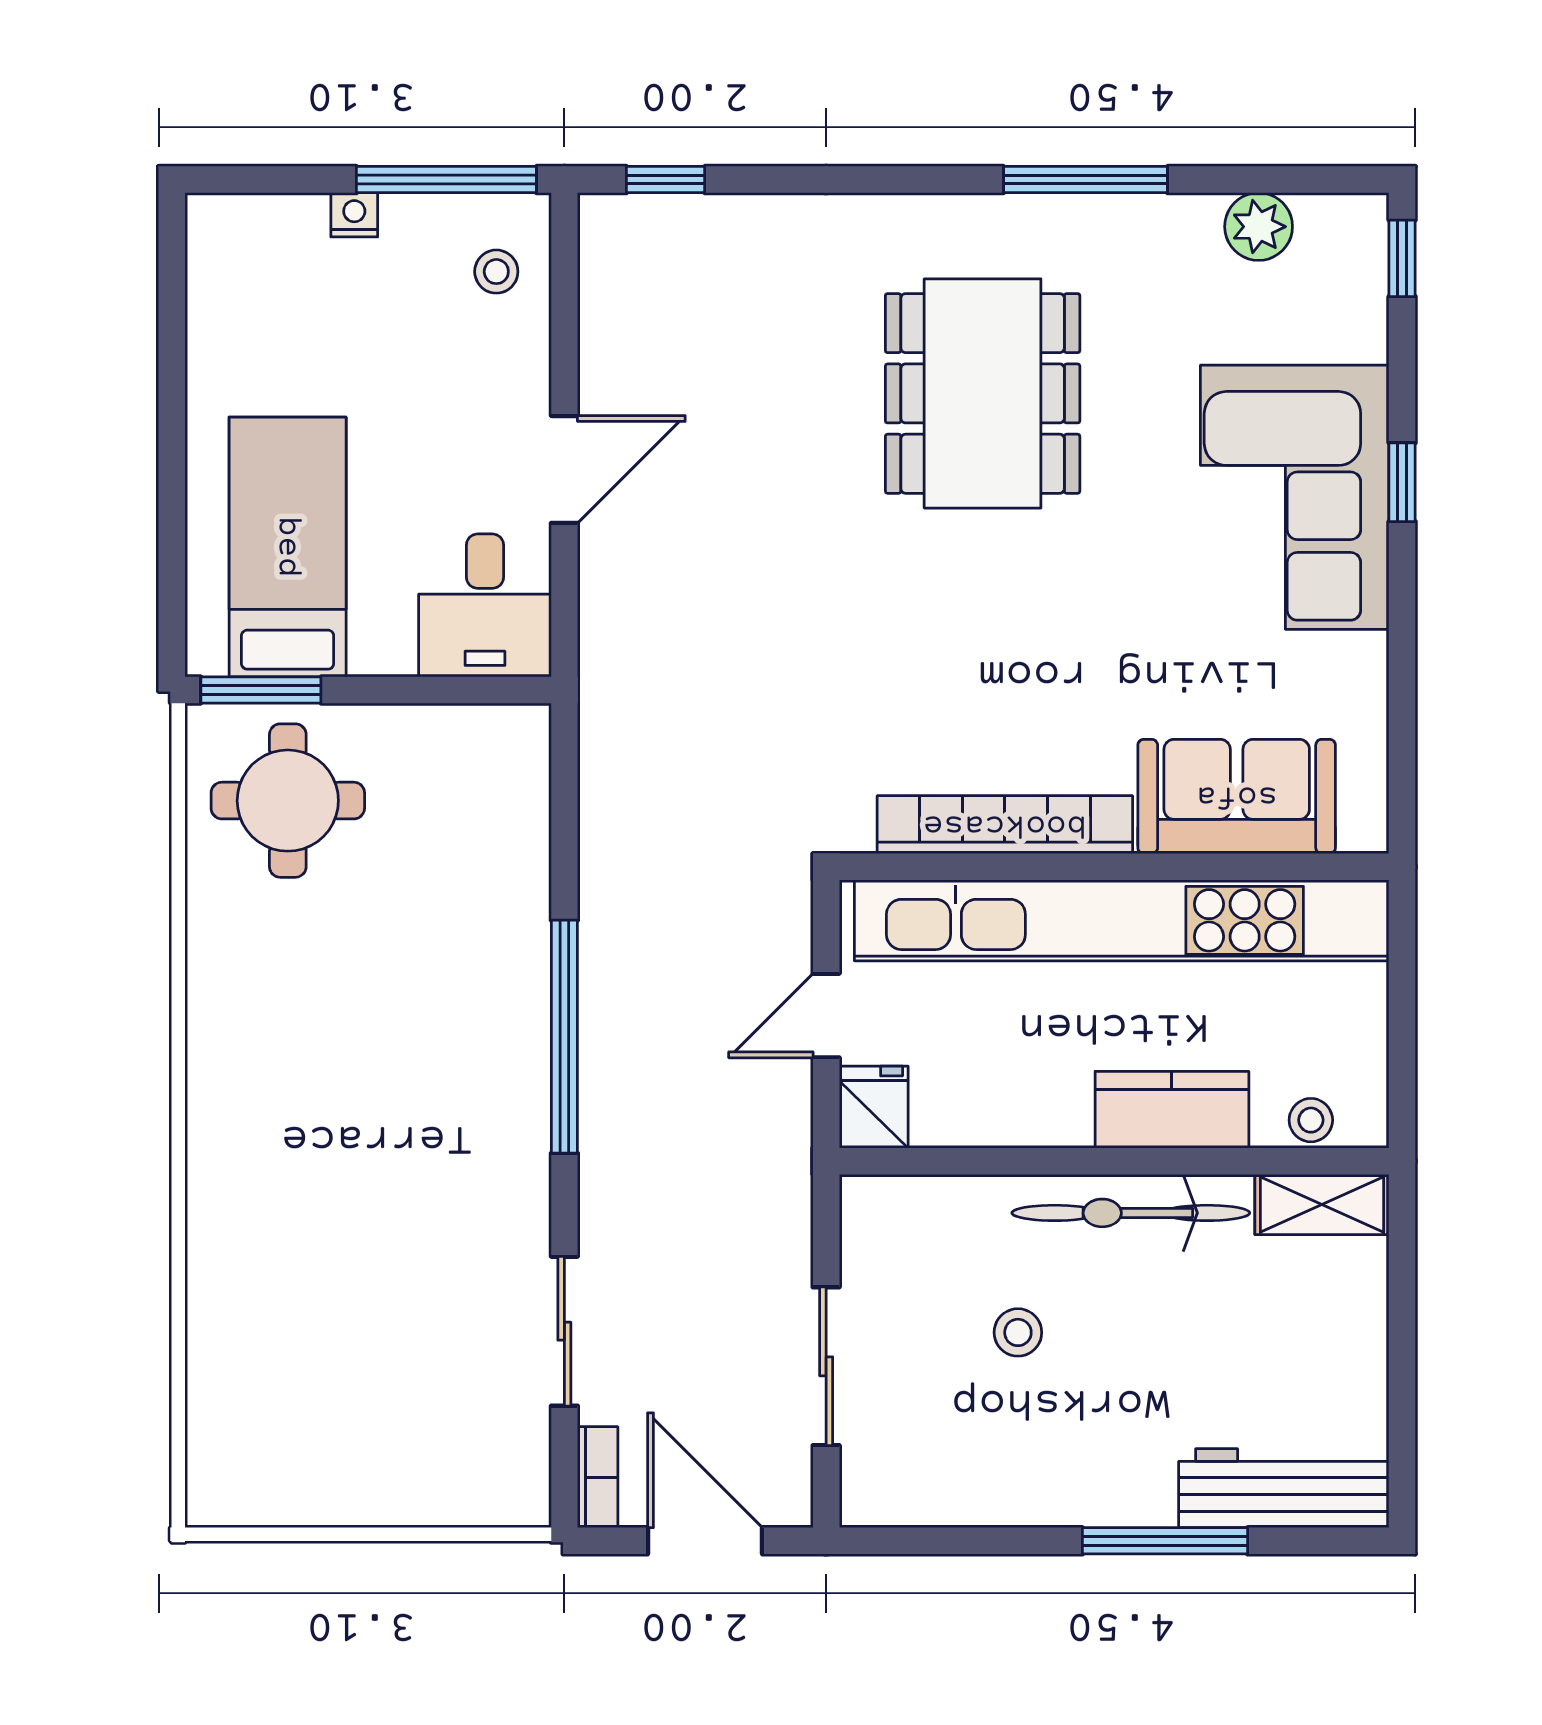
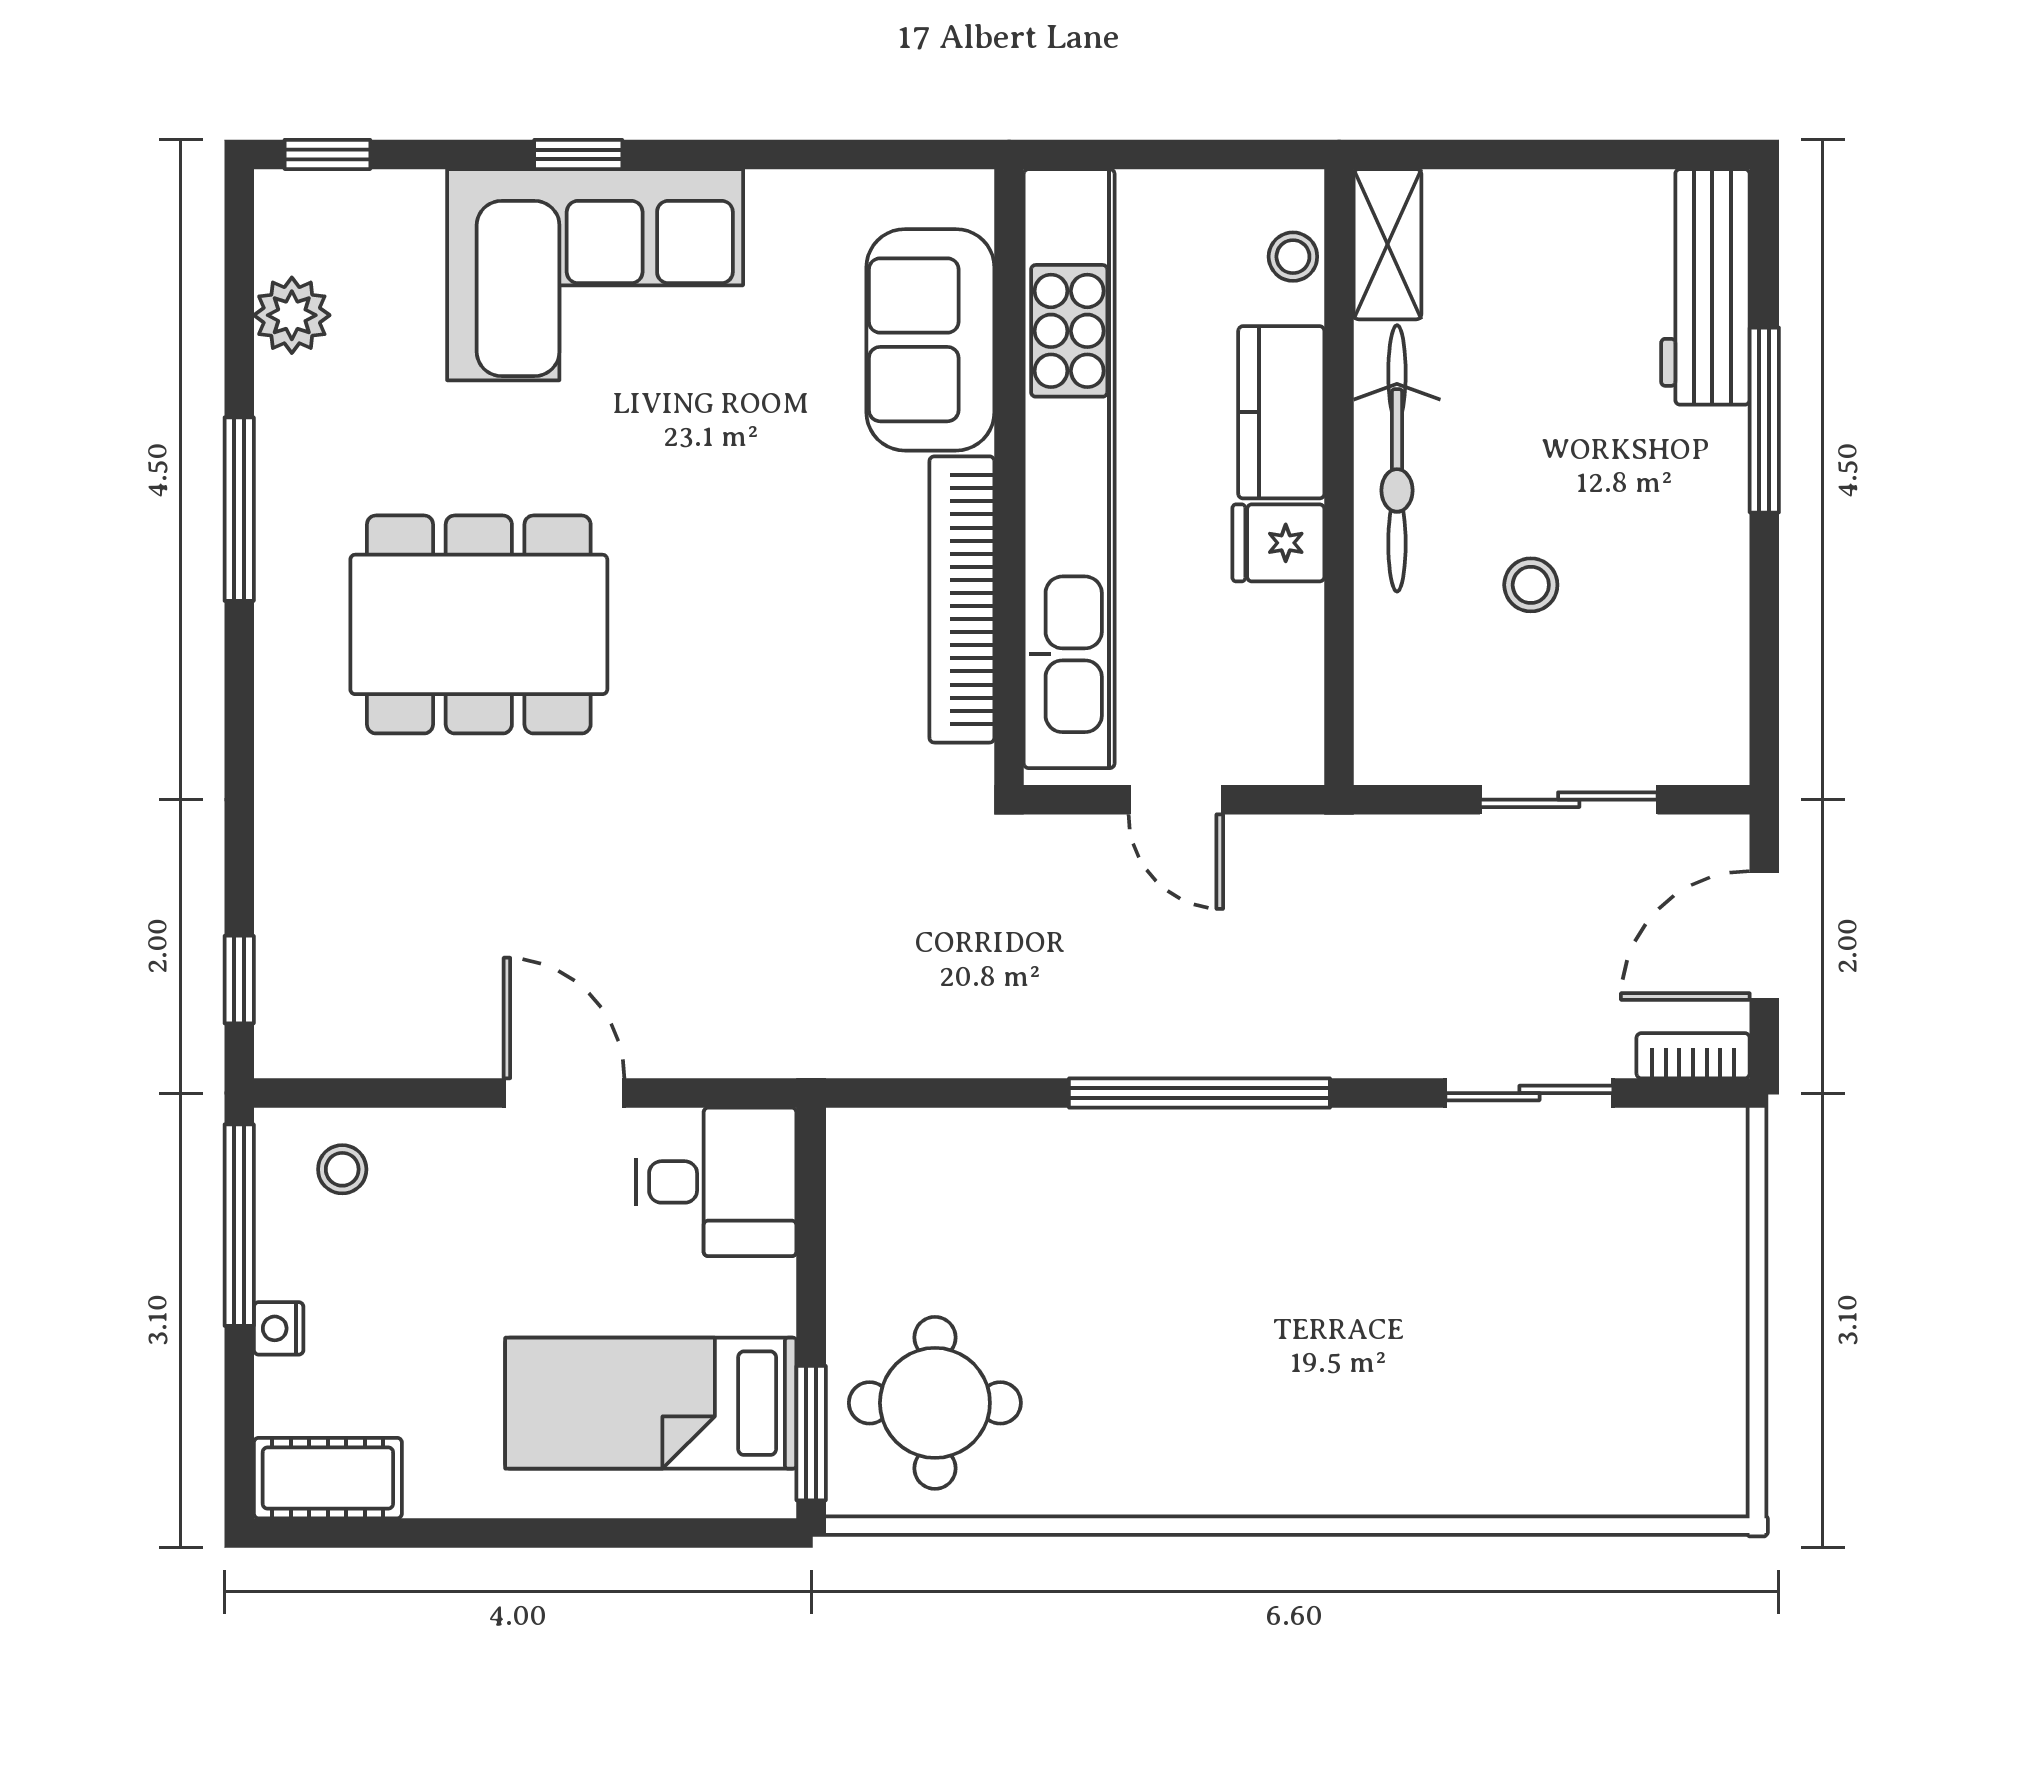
cot: (221, 259) -> (328, 1478), added
fridge: (874, 1107) -> (1278, 543), moved

